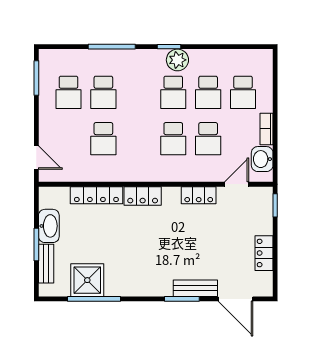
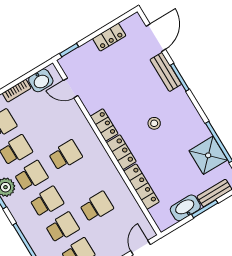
school desk: (208, 139) -> (47, 202), moved
locker: (199, 195) -> (104, 125), moved
stool: (151, 246) -> (154, 123), added

